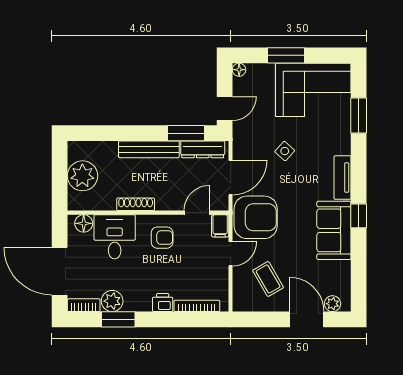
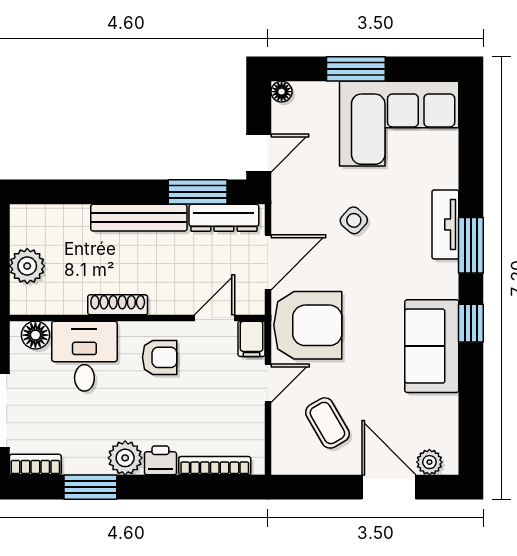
window: (359, 116) -> (471, 245), moved
plant: (82, 176) -> (27, 266), width x0.73, depth x0.73
tv unit: (343, 178) -> (445, 224), moved
plant: (112, 301) -> (125, 458), moved

